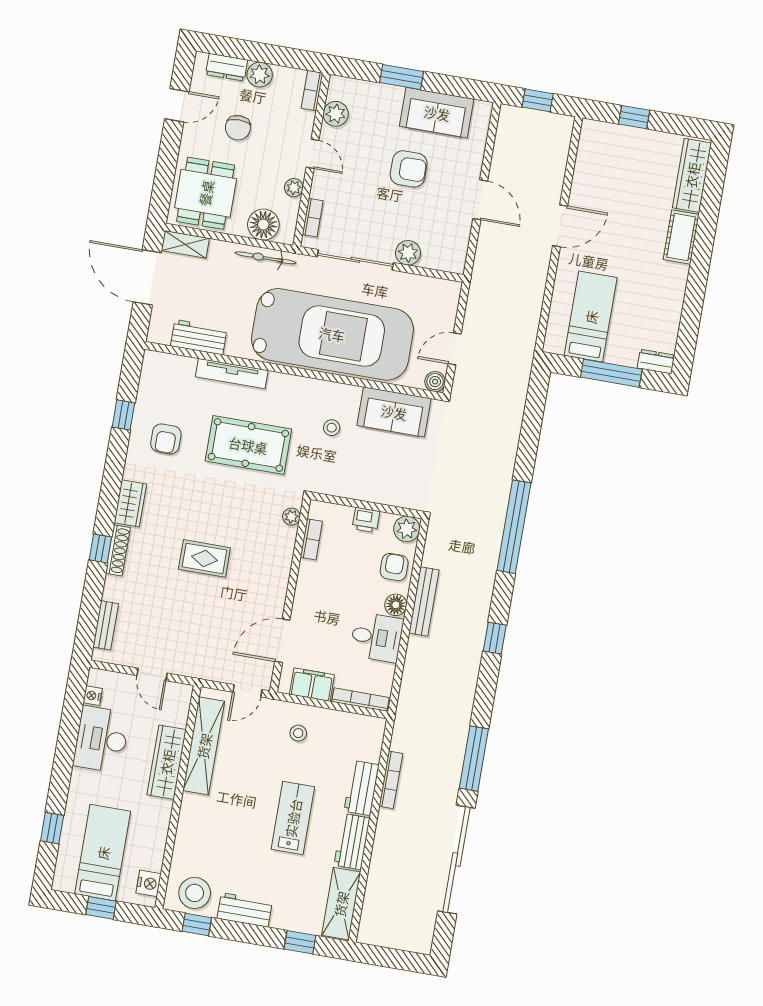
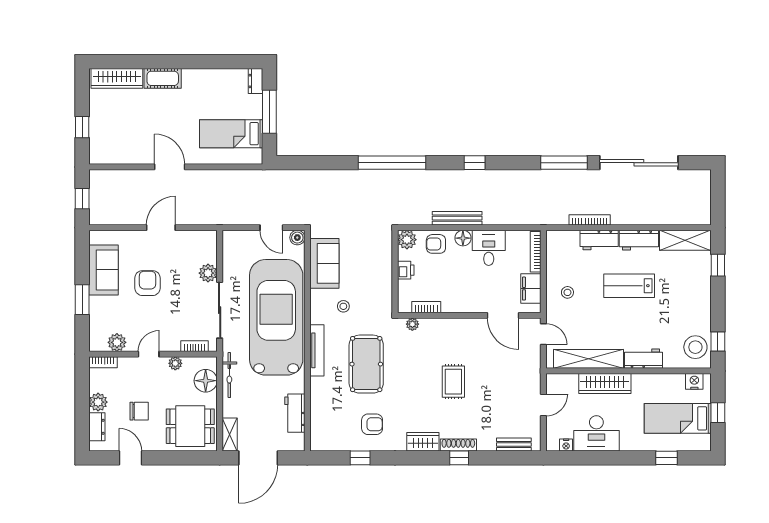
tv unit: (232, 373) -> (317, 350), moved
workbench: (245, 910) -> (643, 359), moved, turned 90

